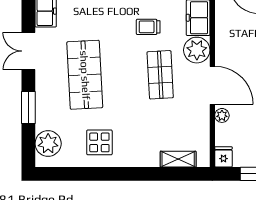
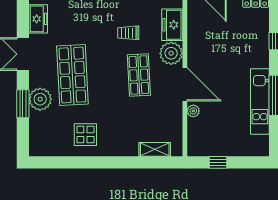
plant: (48, 144) -> (40, 99), moved
fridge: (223, 157) -> (195, 147), removed

